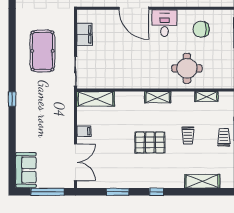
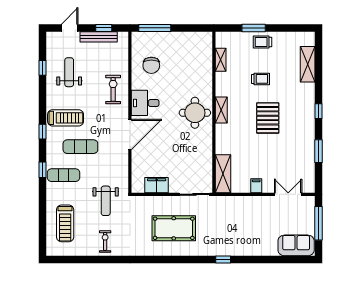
round table: (187, 68) -> (195, 113), moved
double door: (76, 162) -> (288, 194), width x0.73

